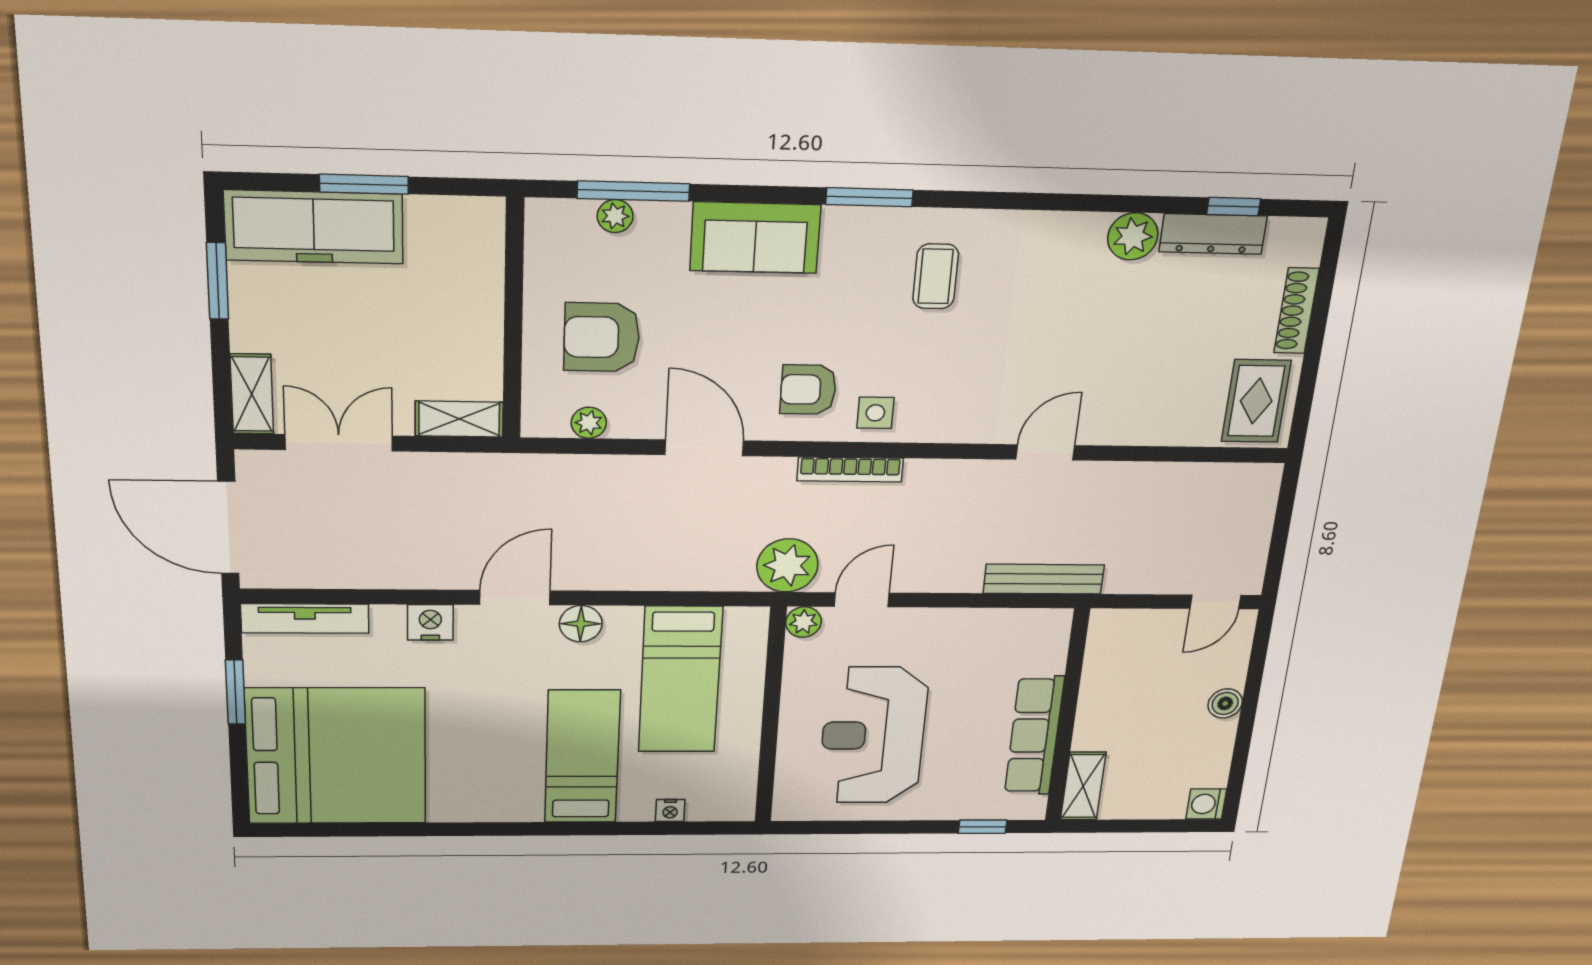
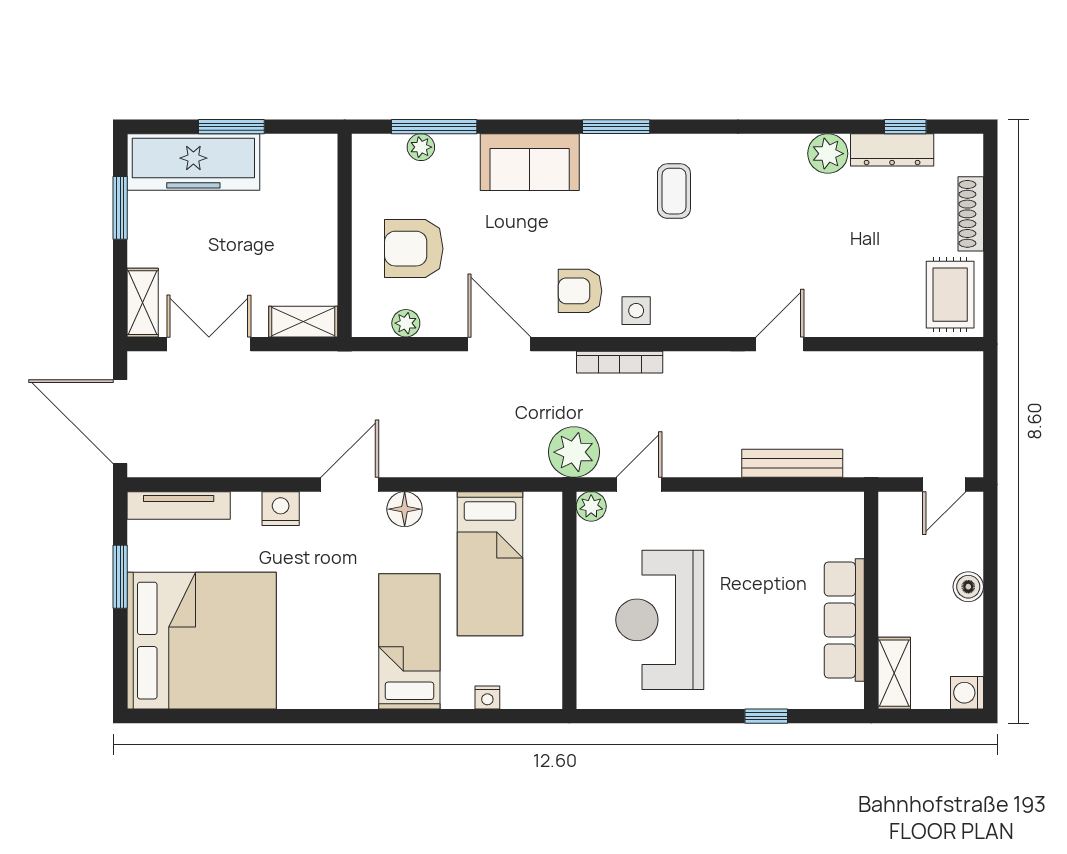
wall: (1067, 717) -> (871, 600), moved
row of seats: (1034, 736) -> (844, 620), moved
shelving: (1083, 786) -> (894, 673), moved

